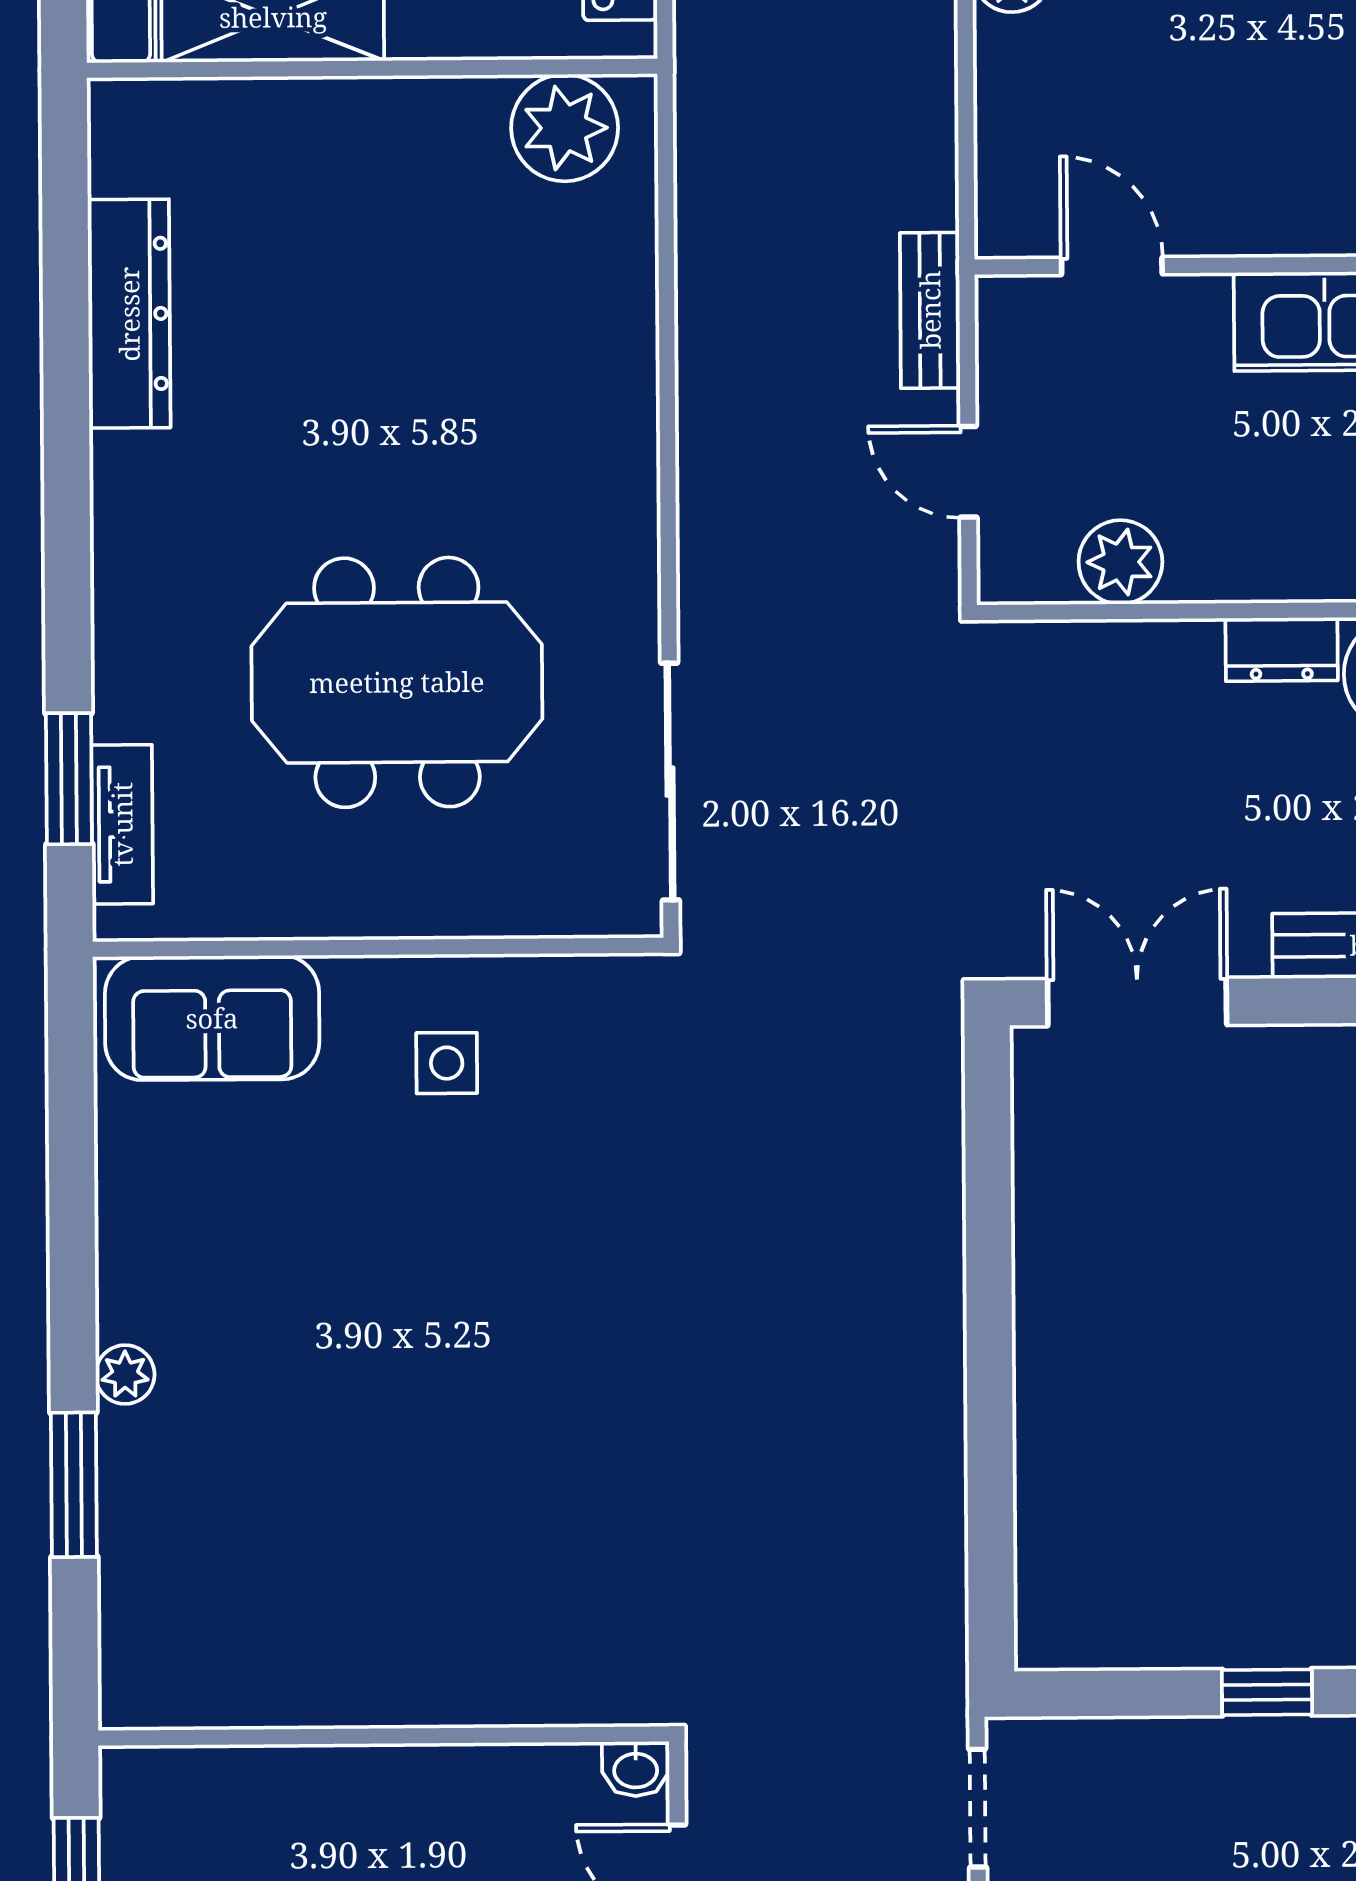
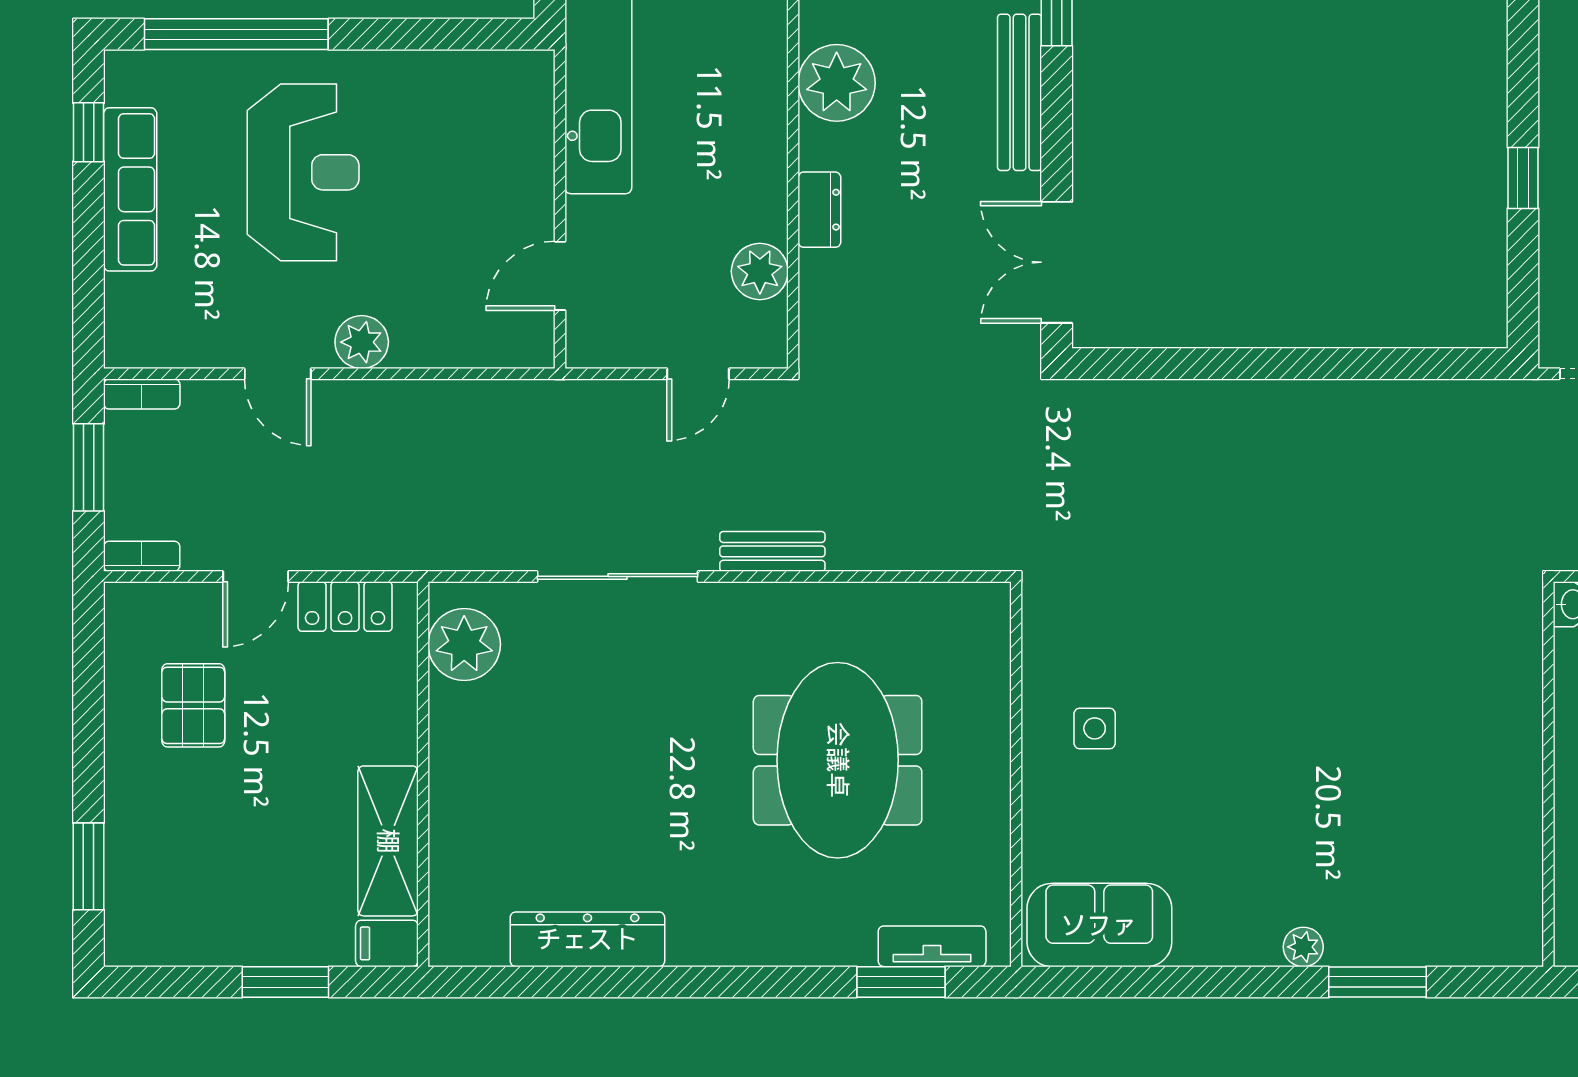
bench: (930, 310) -> (772, 551), moved
dresser: (1282, 649) -> (819, 210), moved
sliding door: (670, 782) -> (618, 576), moved
sofa: (212, 1018) -> (1099, 925), moved, turned -90

